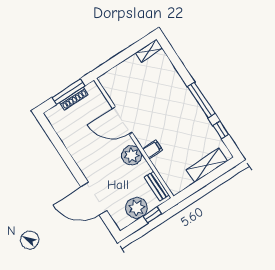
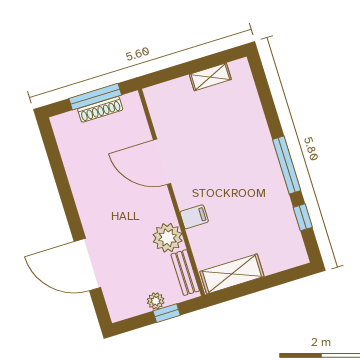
shelving: (149, 51) -> (210, 77), moved
plant: (132, 155) -> (168, 238), moved
shelving: (207, 165) -> (232, 274), moved
plant: (137, 208) -> (156, 301), width x0.53, depth x0.53

